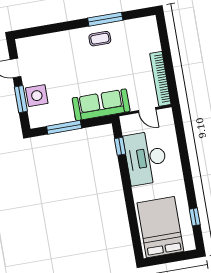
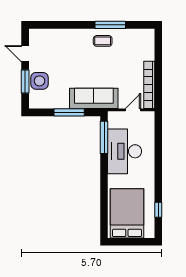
door: (147, 110) -> (133, 110), swing flipped
window: (64, 127) -> (69, 112), moved
window: (120, 146) -> (104, 137), width x2.17

